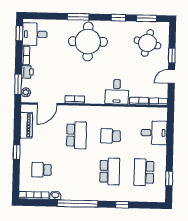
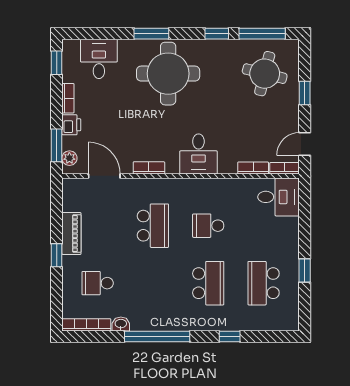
window: (146, 18) -> (262, 34), width x1.44
desk: (35, 34) -> (99, 59), moved, turned 90
door: (171, 76) -> (305, 144), moved
desk: (117, 92) -> (198, 154), moved
door: (47, 104) -> (104, 176), swing flipped
piano: (26, 125) -> (71, 233), moved
desk: (154, 133) -> (279, 197), moved
window: (169, 179) -> (305, 270), moved

